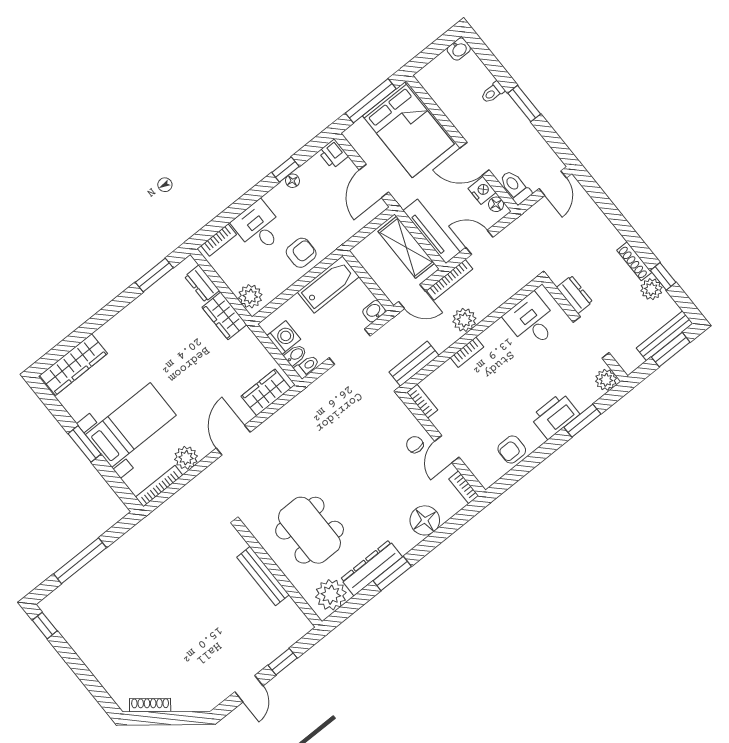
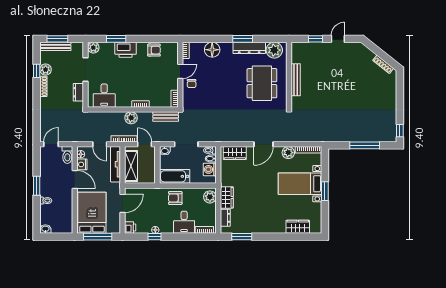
wardrobe: (73, 365) -> (298, 227), width x0.67

